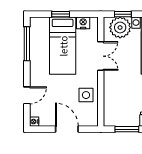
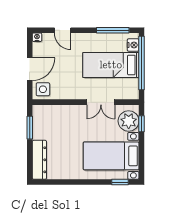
window: (61, 14) -> (142, 63), width x3.17
nightstand: (83, 23) -> (133, 45), moved
side table: (86, 95) -> (43, 89), moved

